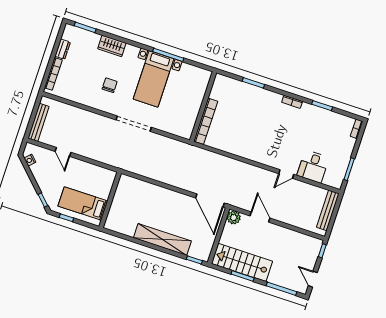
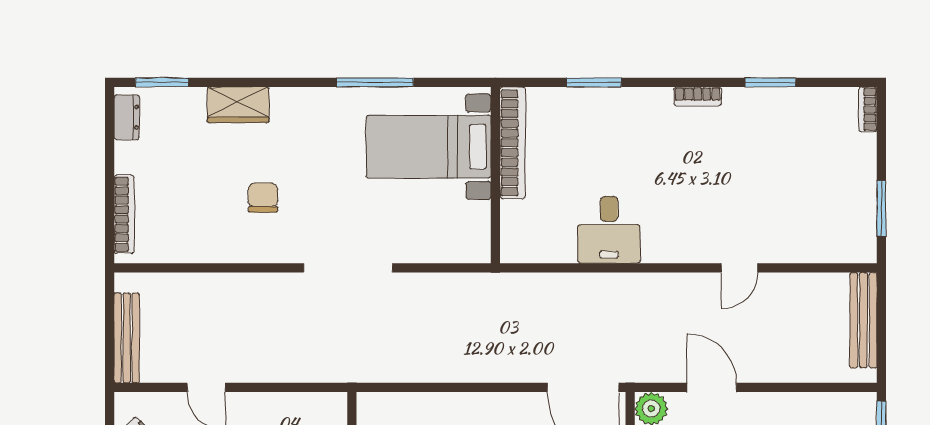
dresser: (63, 49) -> (127, 117), moved
bed with nightstands: (154, 79) -> (429, 147), moved, turned 90
bookcase: (206, 121) -> (513, 143), moved
desk: (313, 166) -> (609, 230), moved

